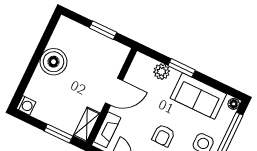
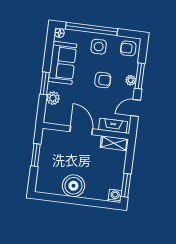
window: (58, 134) -> (126, 185), moved

